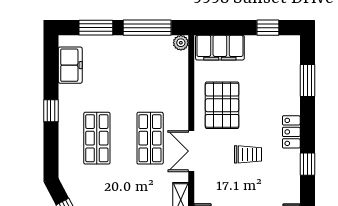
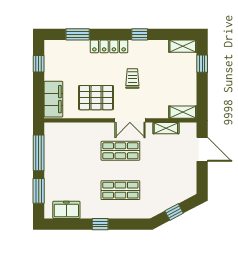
plant: (181, 43) -> (50, 128), removed
locker: (291, 132) -> (109, 46), width x1.53

